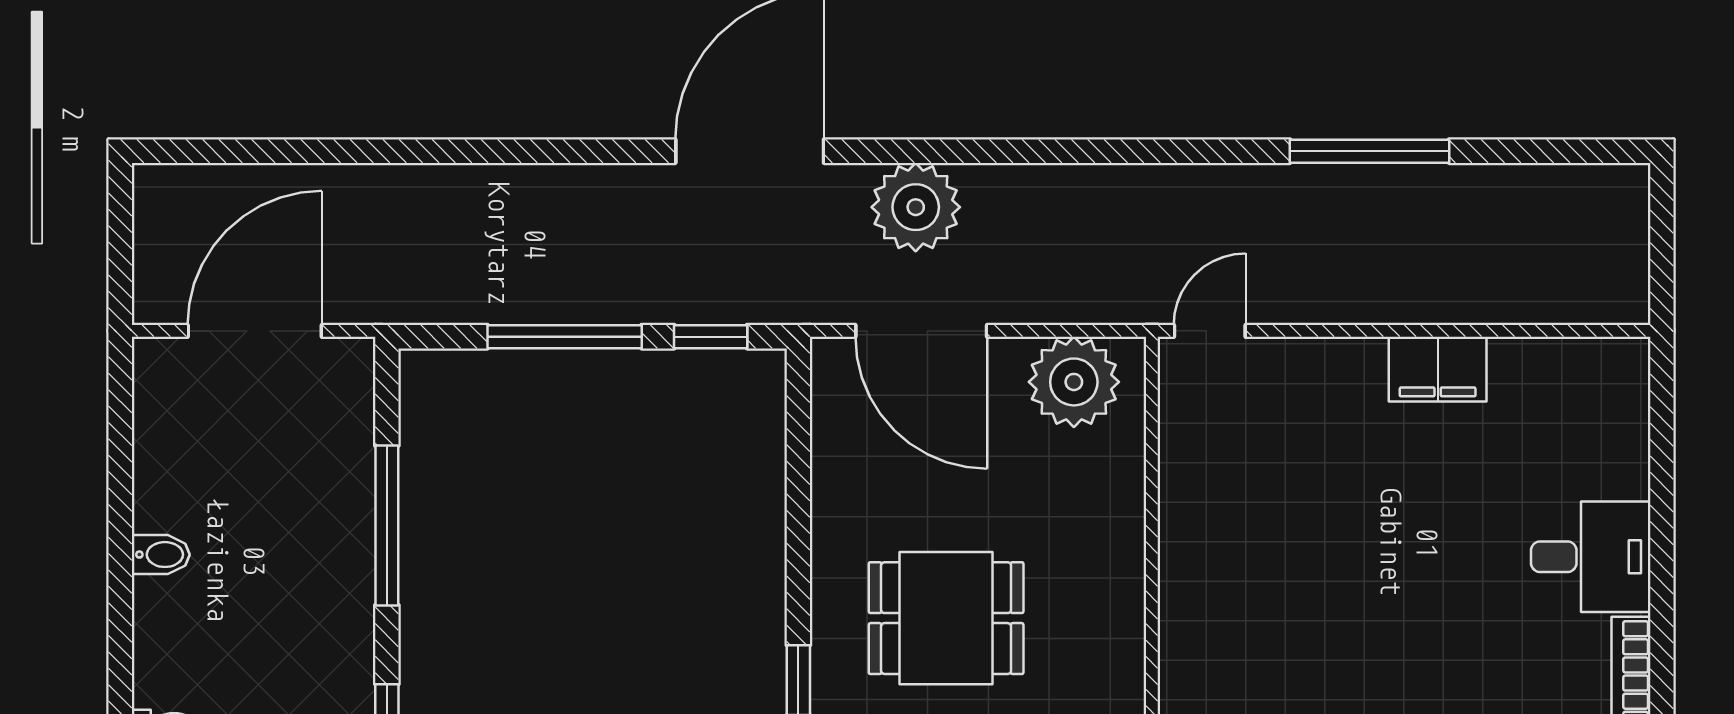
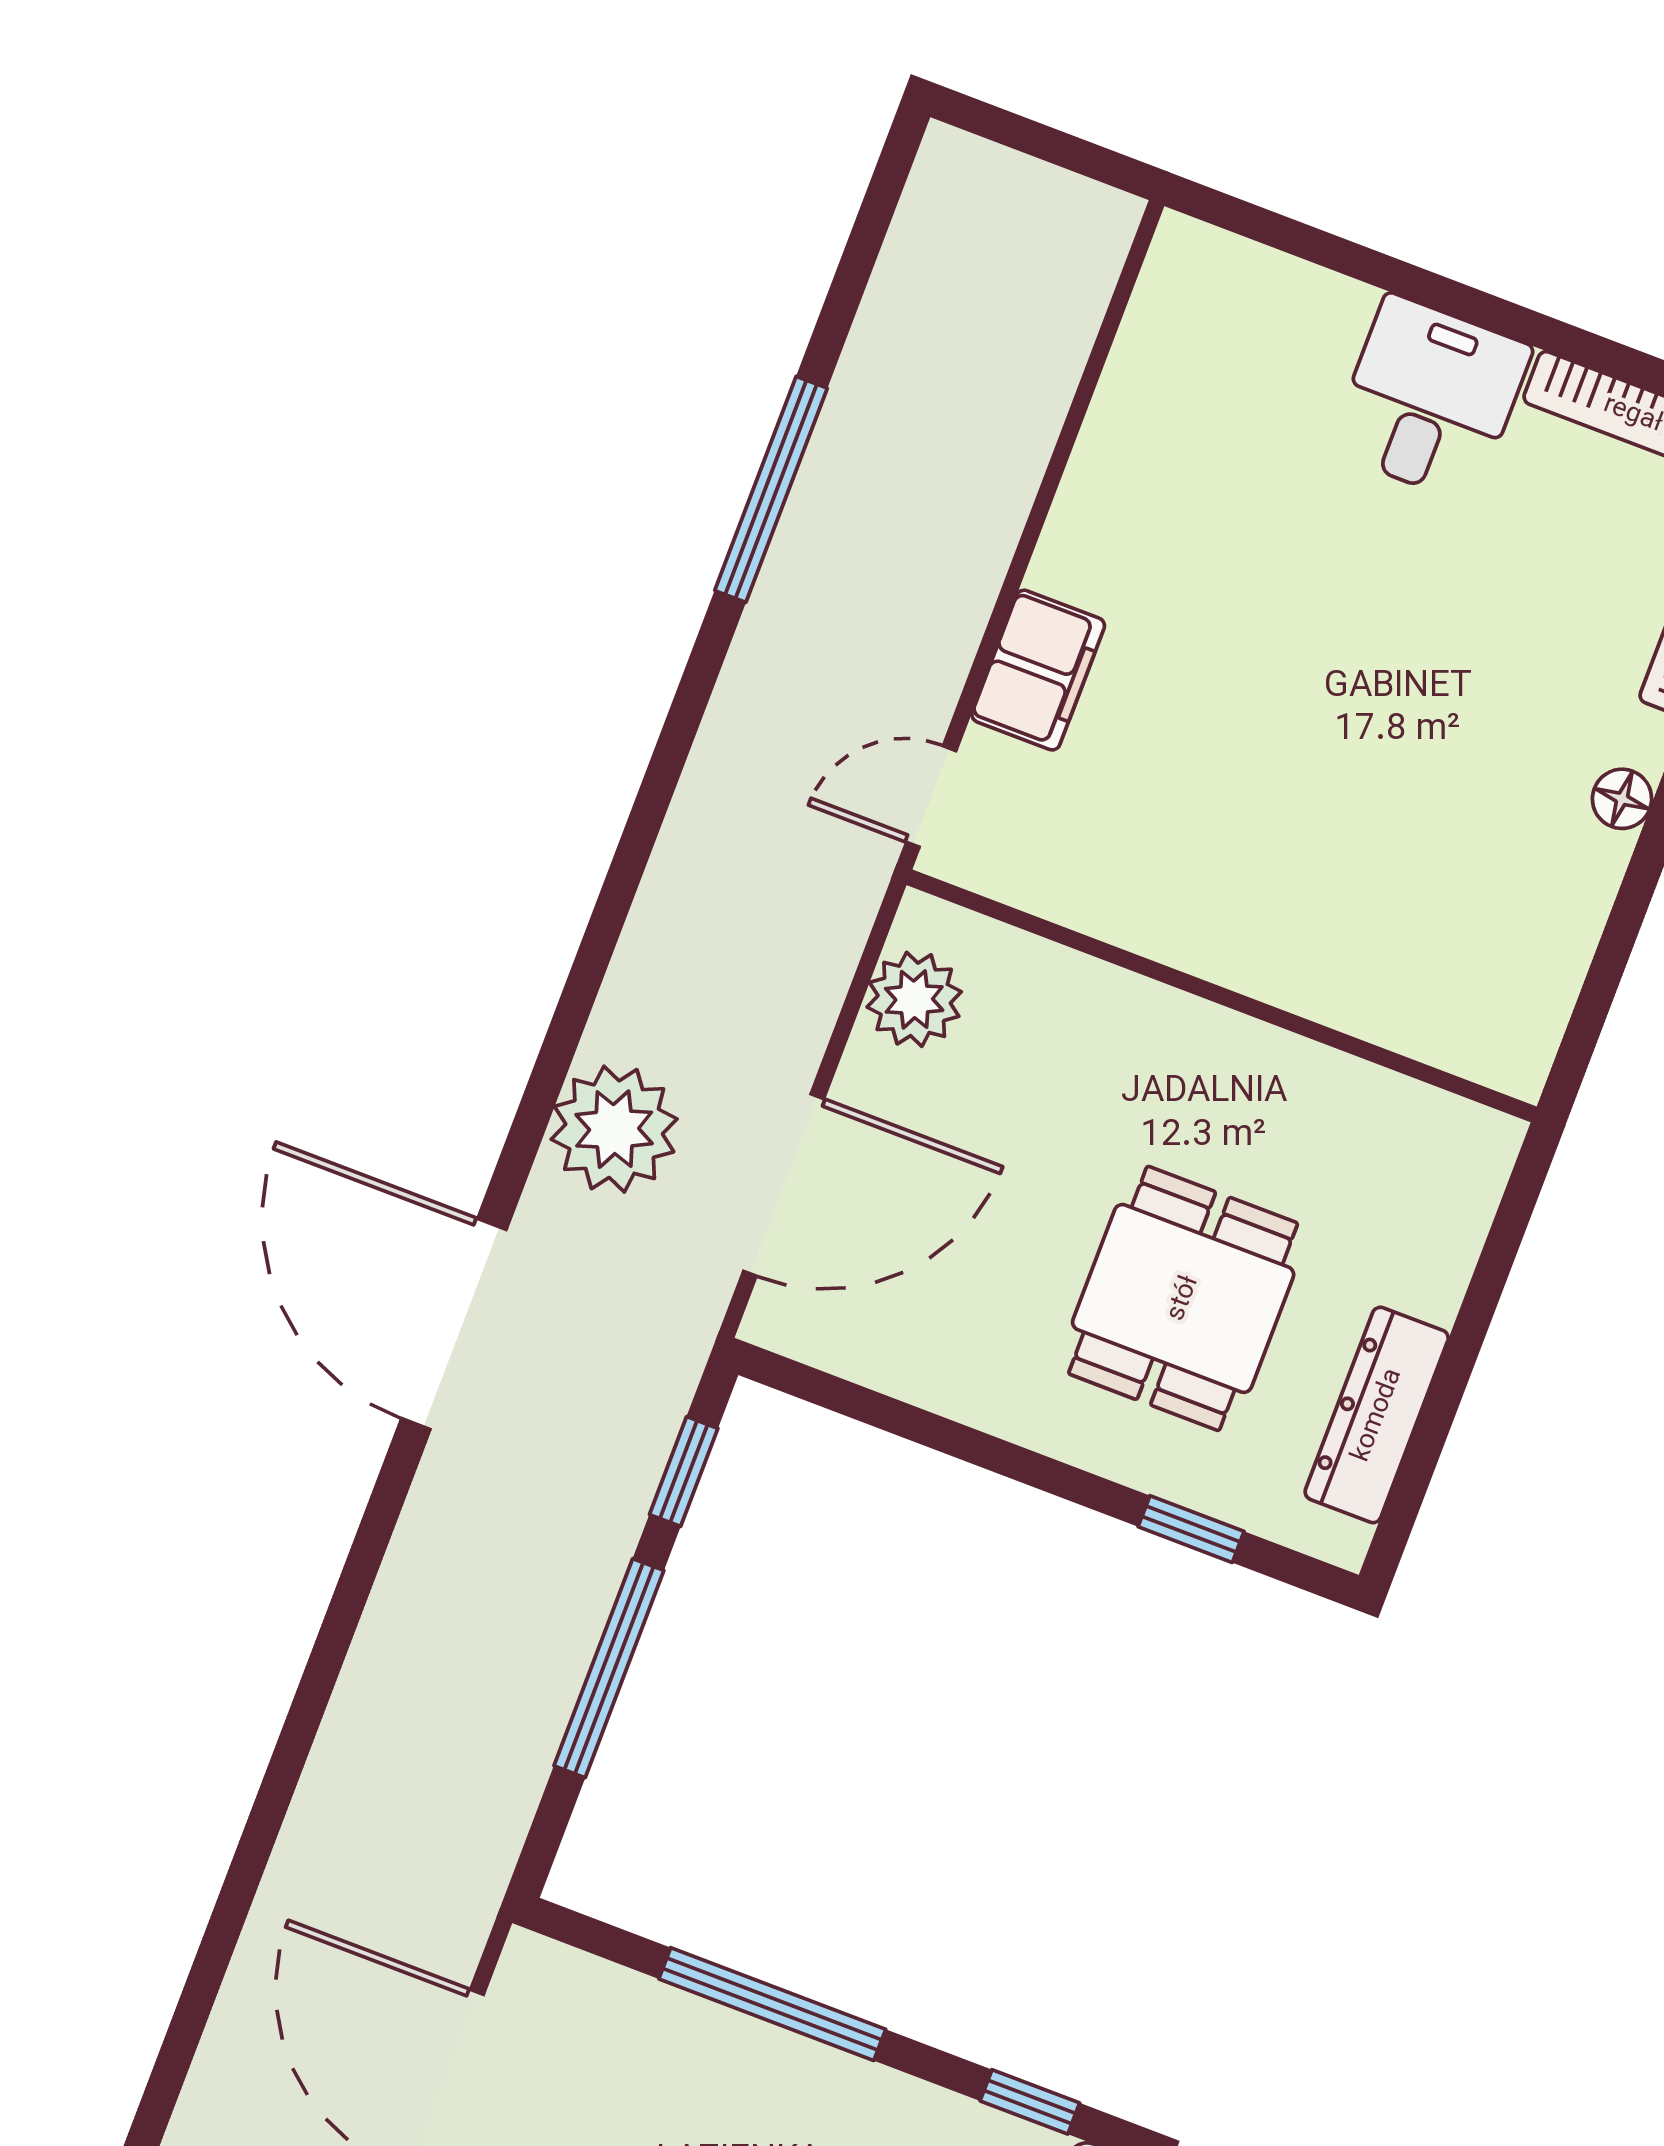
door: (1210, 331) -> (931, 796), hinge flipped
filing cabinet: (1438, 369) -> (1038, 670), moved
plant: (1074, 382) -> (914, 999), width x0.73, depth x0.73

